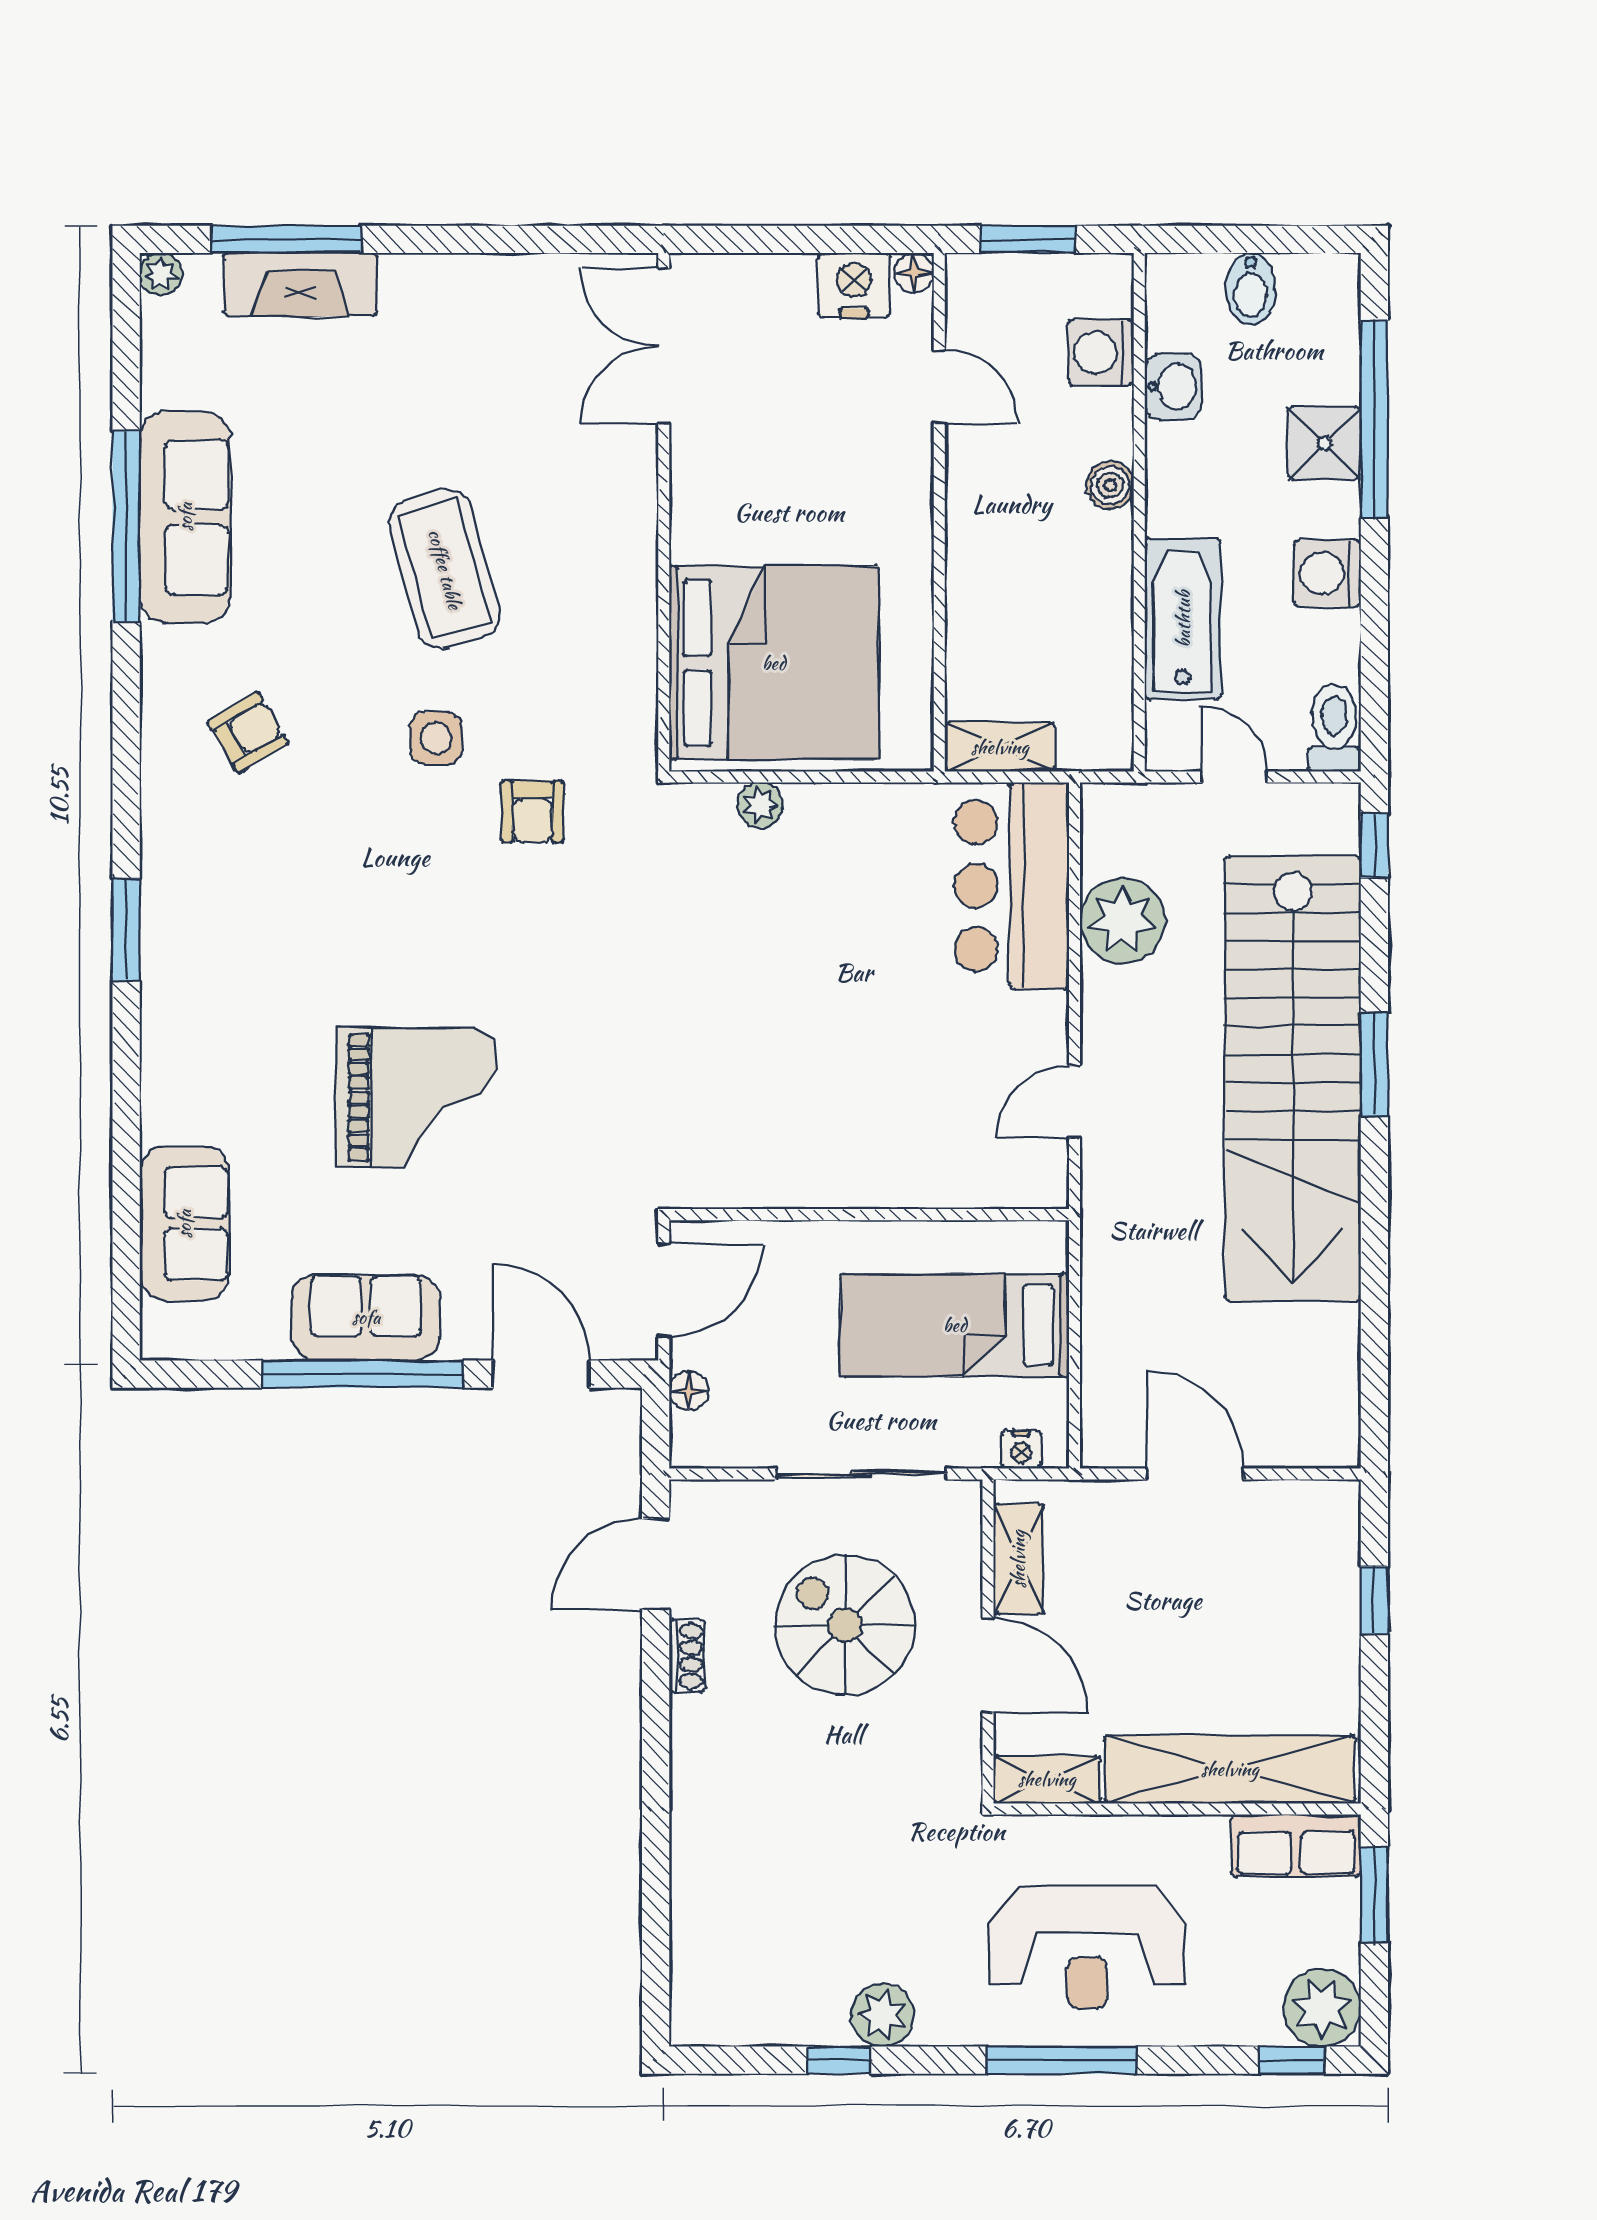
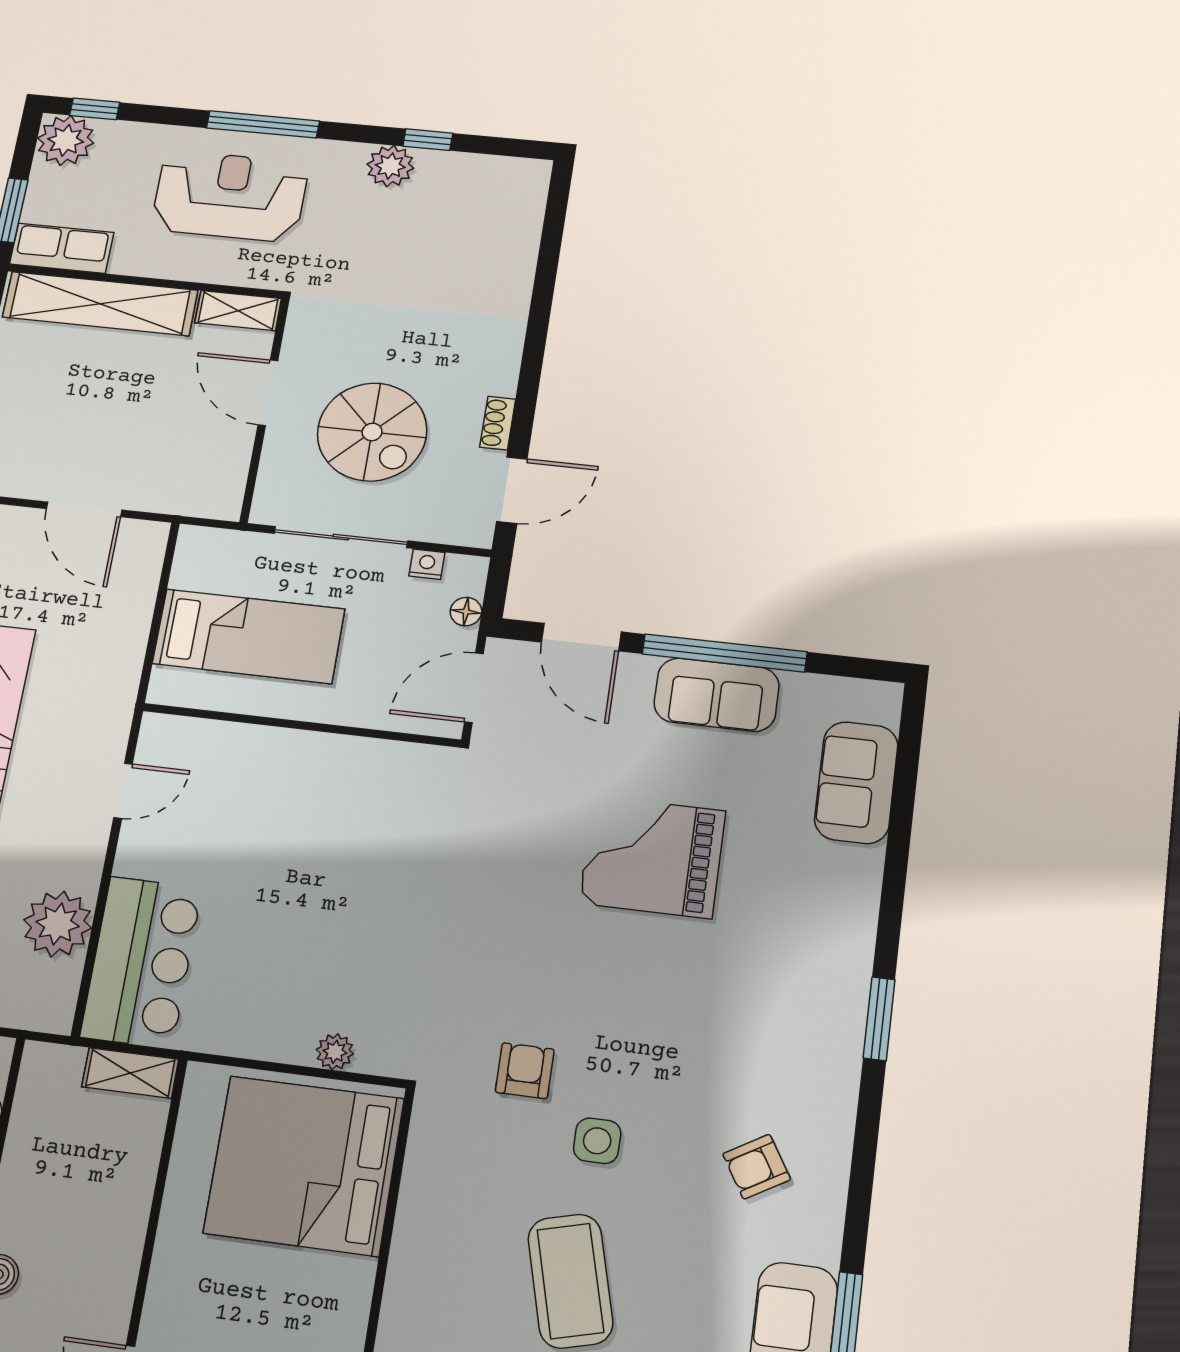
nightstand: (1021, 1450) -> (427, 564), moved
shelving: (1018, 1559) -> (231, 464), removed

